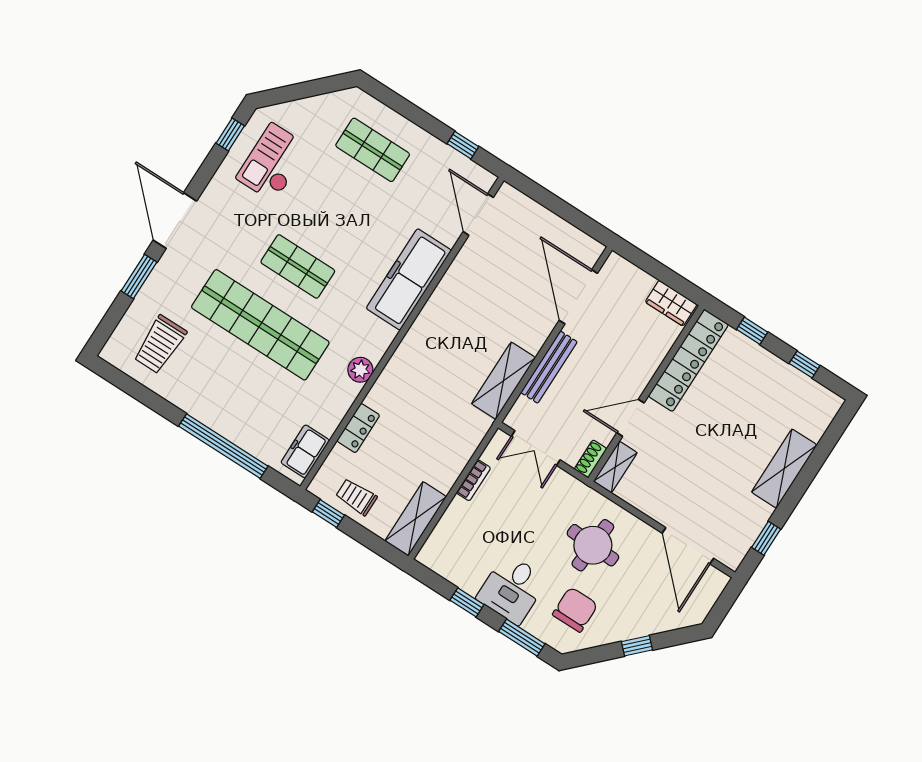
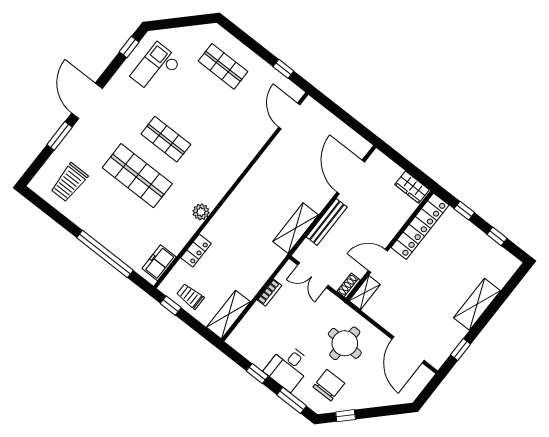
freezer: (409, 279) -> (239, 155), removed
shop shelf: (260, 325) -> (137, 176), width x0.71
window: (637, 646) -> (346, 416), moved

